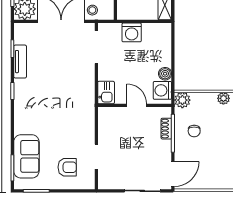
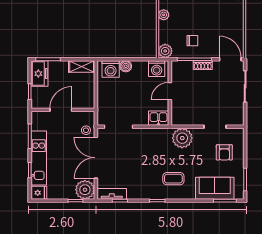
washing machine: (132, 32) -> (111, 69), moved, turned 90
tv unit: (20, 62) -> (112, 194), moved
boiler: (165, 74) -> (126, 66), moved
coffee table: (37, 109) -> (173, 179), added
plant: (83, 119) -> (182, 138), added
shoe rack: (166, 129) -> (203, 65), moved
armchair: (67, 167) -> (224, 152), turned 180

